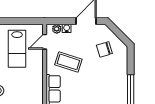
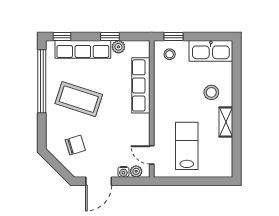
door: (45, 42) -> (152, 155), swing flipped
coffee table: (68, 62) -> (79, 99), moved, width x1.36, depth x1.32

